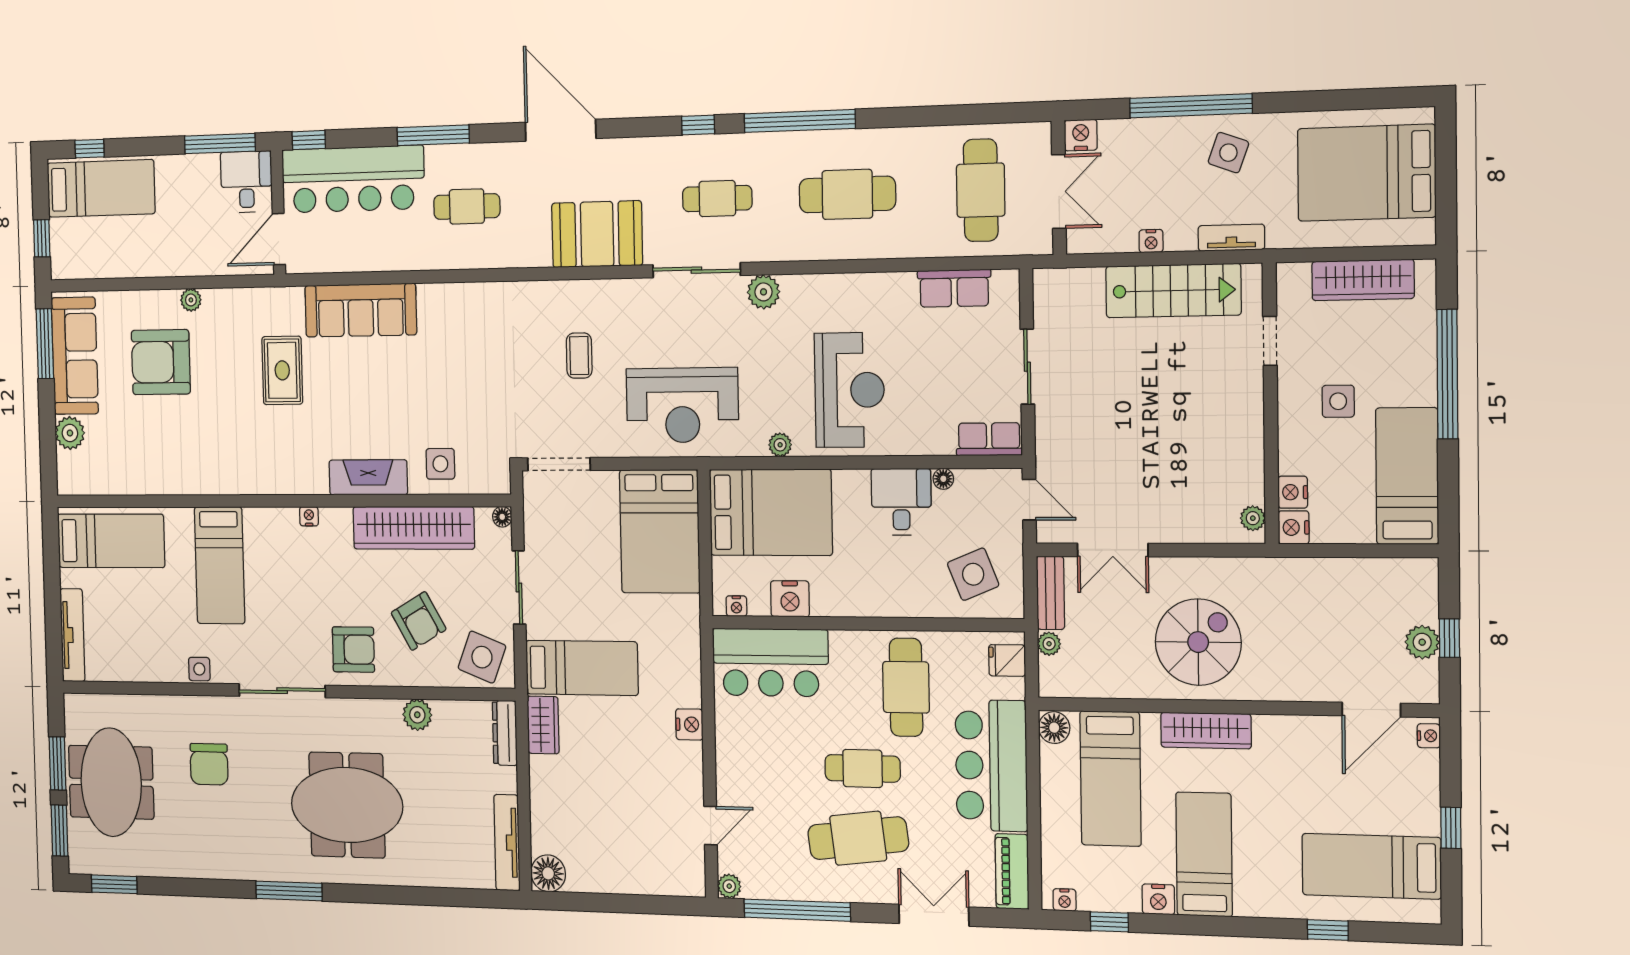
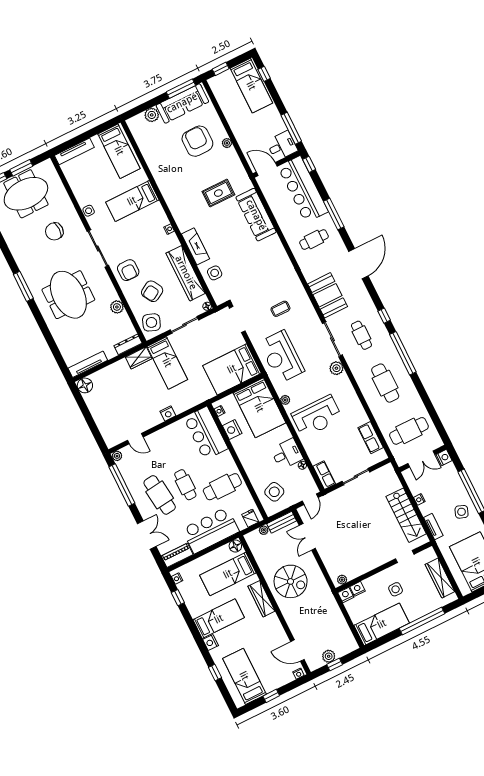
cafe table: (467, 206) -> (314, 240), turned 90
nightstand: (1158, 899) -> (211, 643), moved

